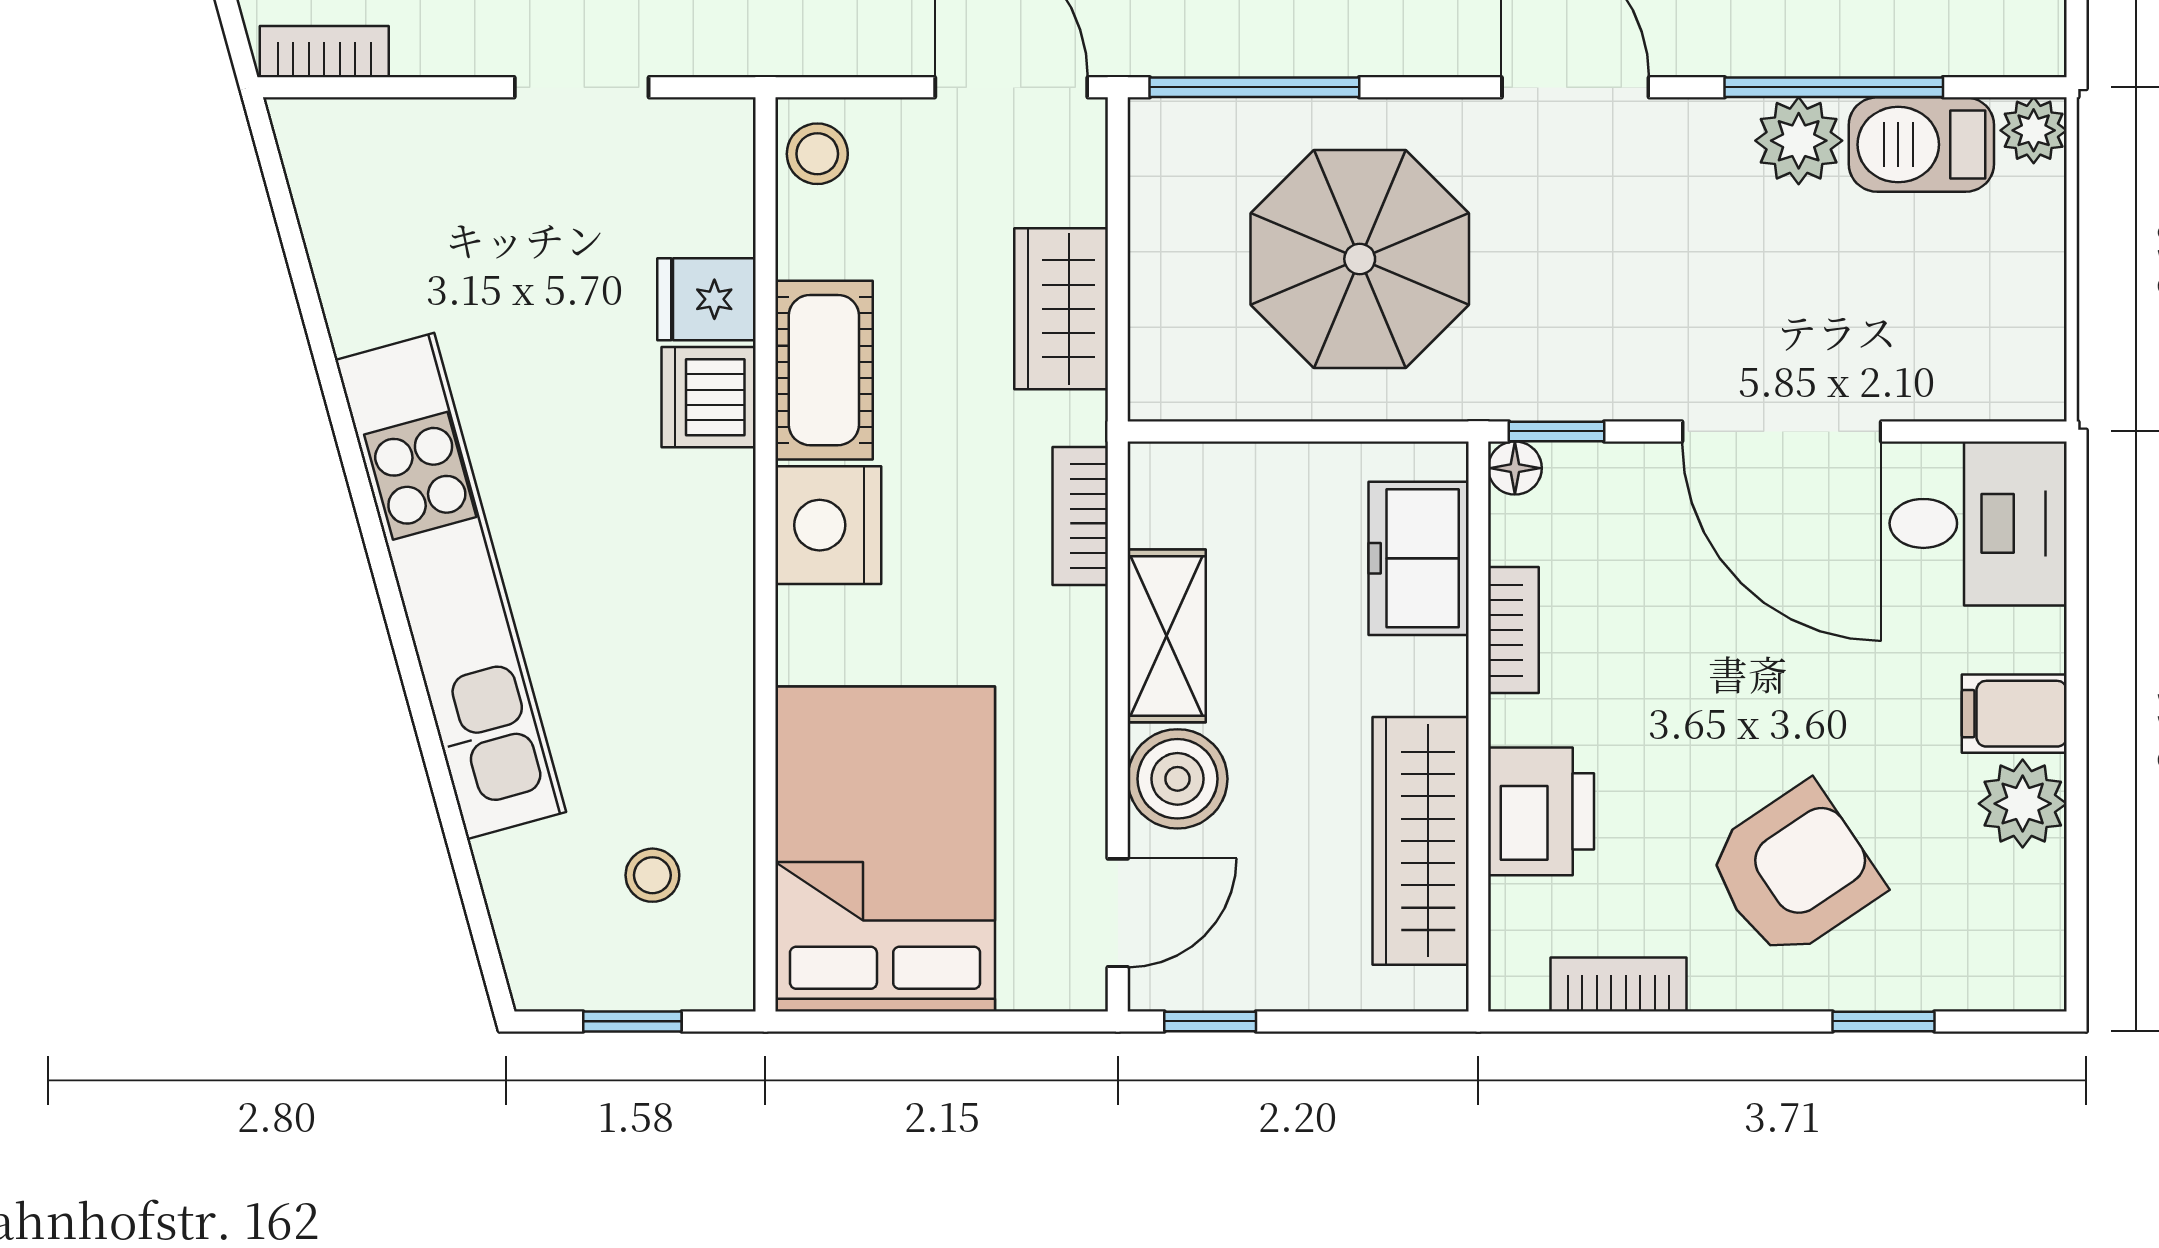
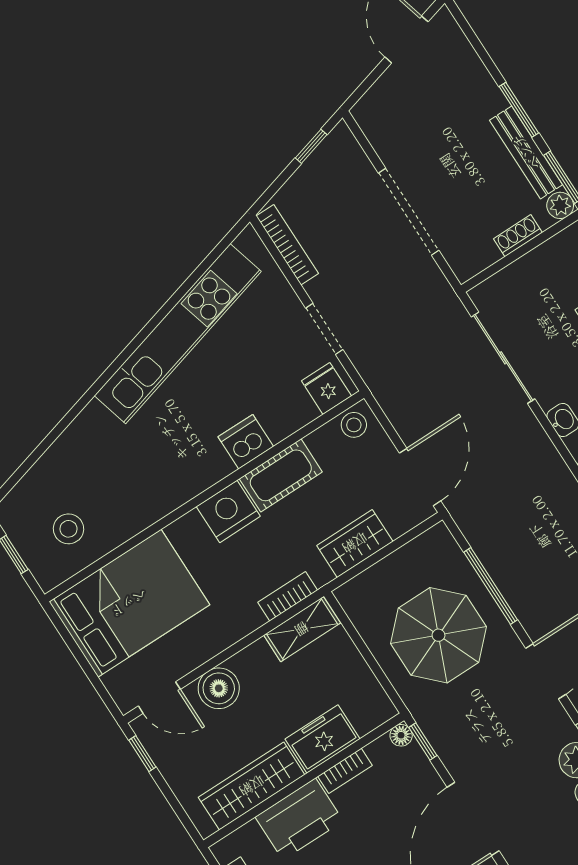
bookcase: (324, 52) -> (287, 245), width x1.56
window: (1254, 87) -> (491, 586), moved
fridge: (707, 299) -> (326, 388), moved
freezer: (1419, 558) -> (323, 739), moved
kitchen unit: (451, 586) -> (178, 334), moved
shelving: (1167, 636) -> (302, 629), moved
printer: (1541, 811) -> (299, 819), width x1.37, depth x1.19
stool: (652, 875) -> (68, 529), width x1.37, depth x1.37

